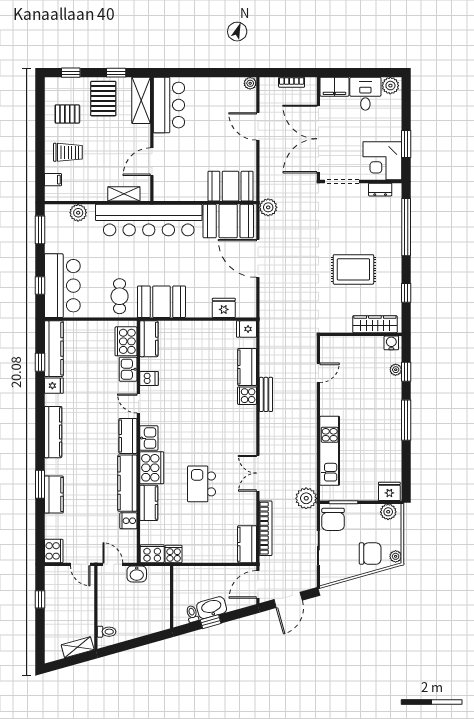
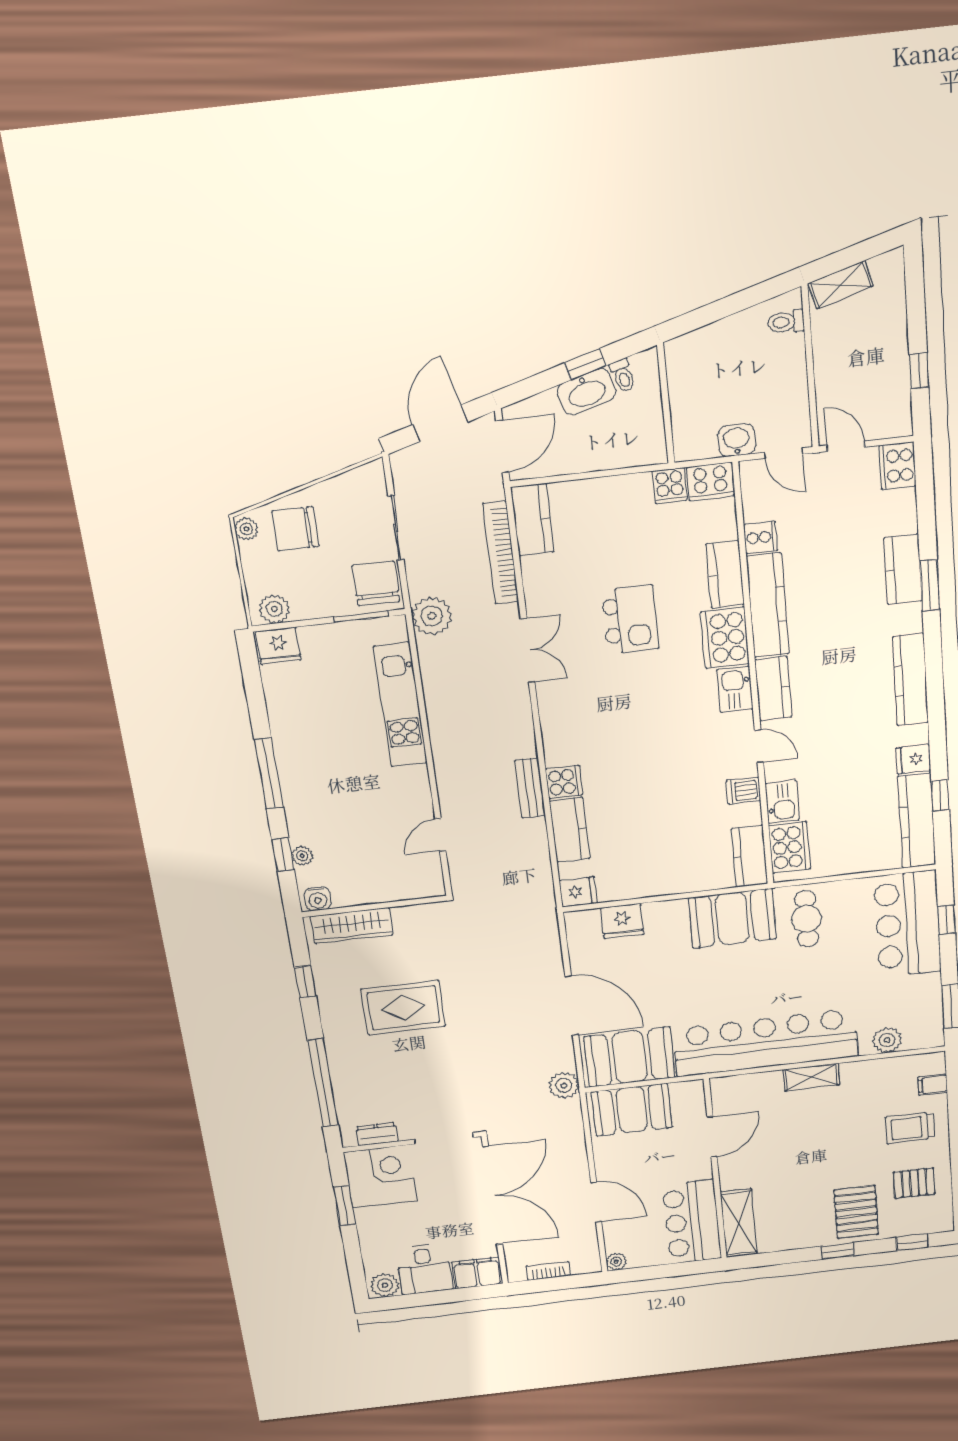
shelving: (141, 100) -> (739, 1223), moved
bar counter: (169, 105) -> (692, 1222), moved
wall: (152, 139) -> (715, 1170), moved
door: (152, 162) -> (712, 1137), moved

